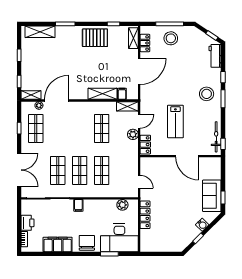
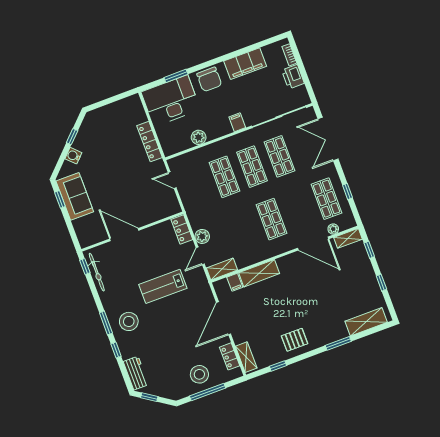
pallet: (95, 38) -> (295, 340), width x0.67, depth x0.71
door: (57, 100) -> (313, 243), hinge flipped
lab bench: (175, 122) -> (163, 286), moved, turned -90
shop shelf: (102, 128) -> (272, 219), moved
plant: (122, 205) -> (199, 137), moved

